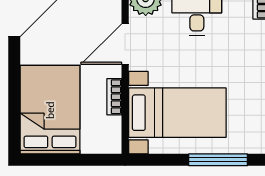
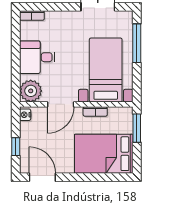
door: (125, 44) -> (61, 104), hinge flipped
window: (89, 160) -> (137, 128), added

